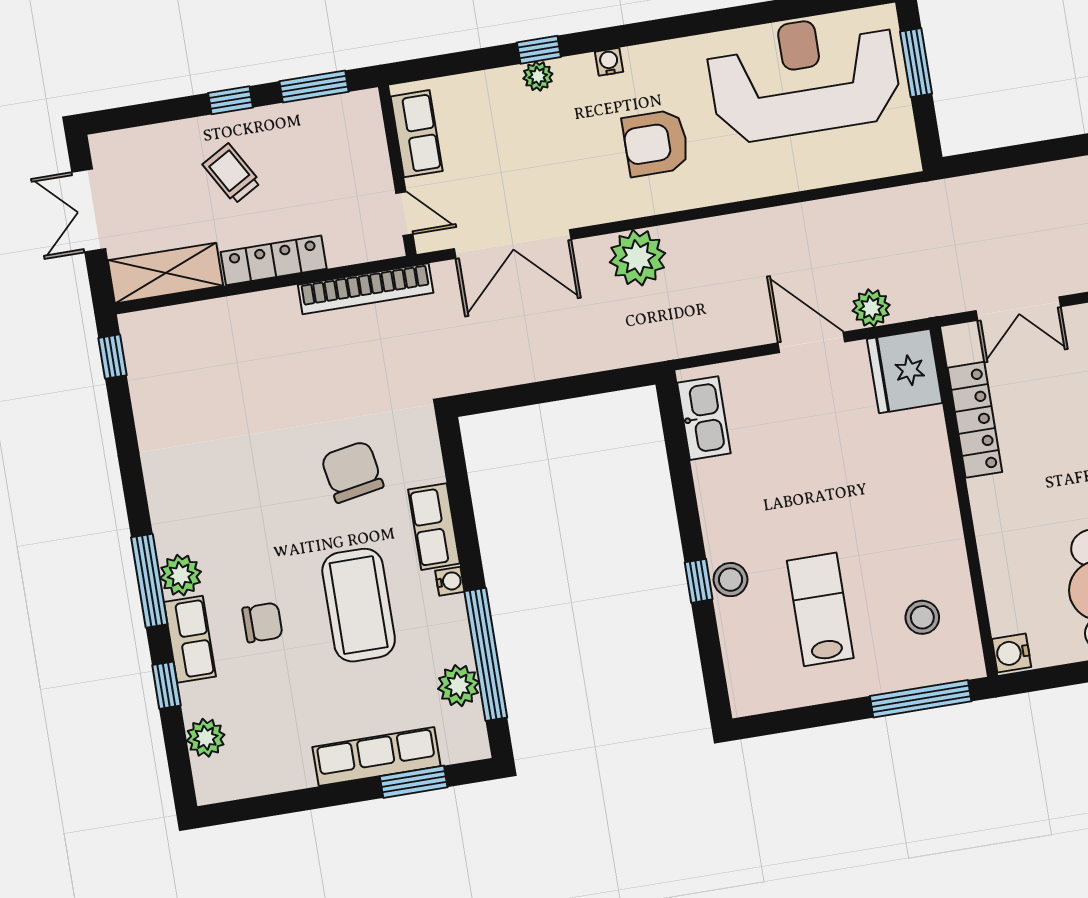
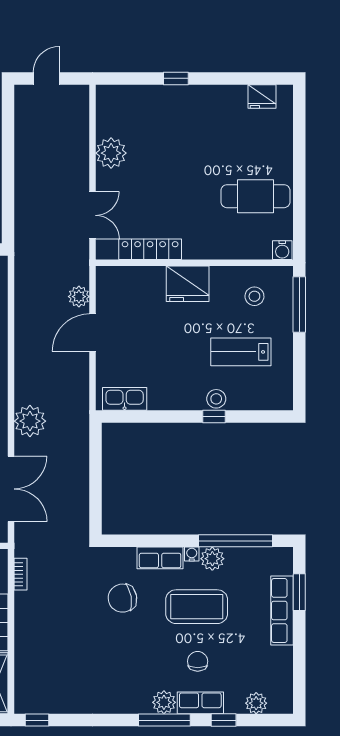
bookcase: (366, 289) -> (20, 574), width x0.43, depth x0.76
fridge: (905, 371) -> (188, 284), moved
plant: (459, 686) -> (212, 559), moved

